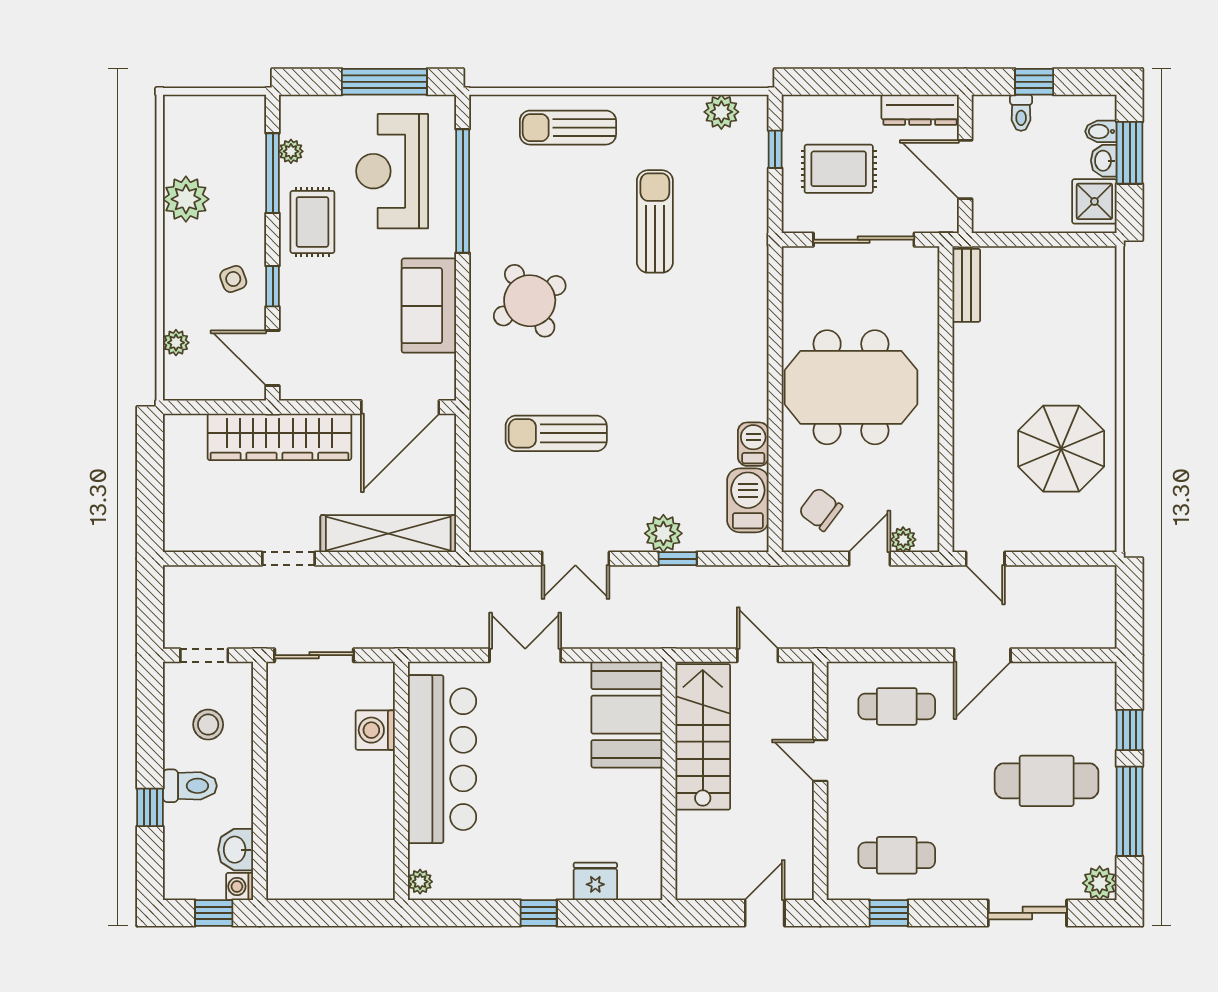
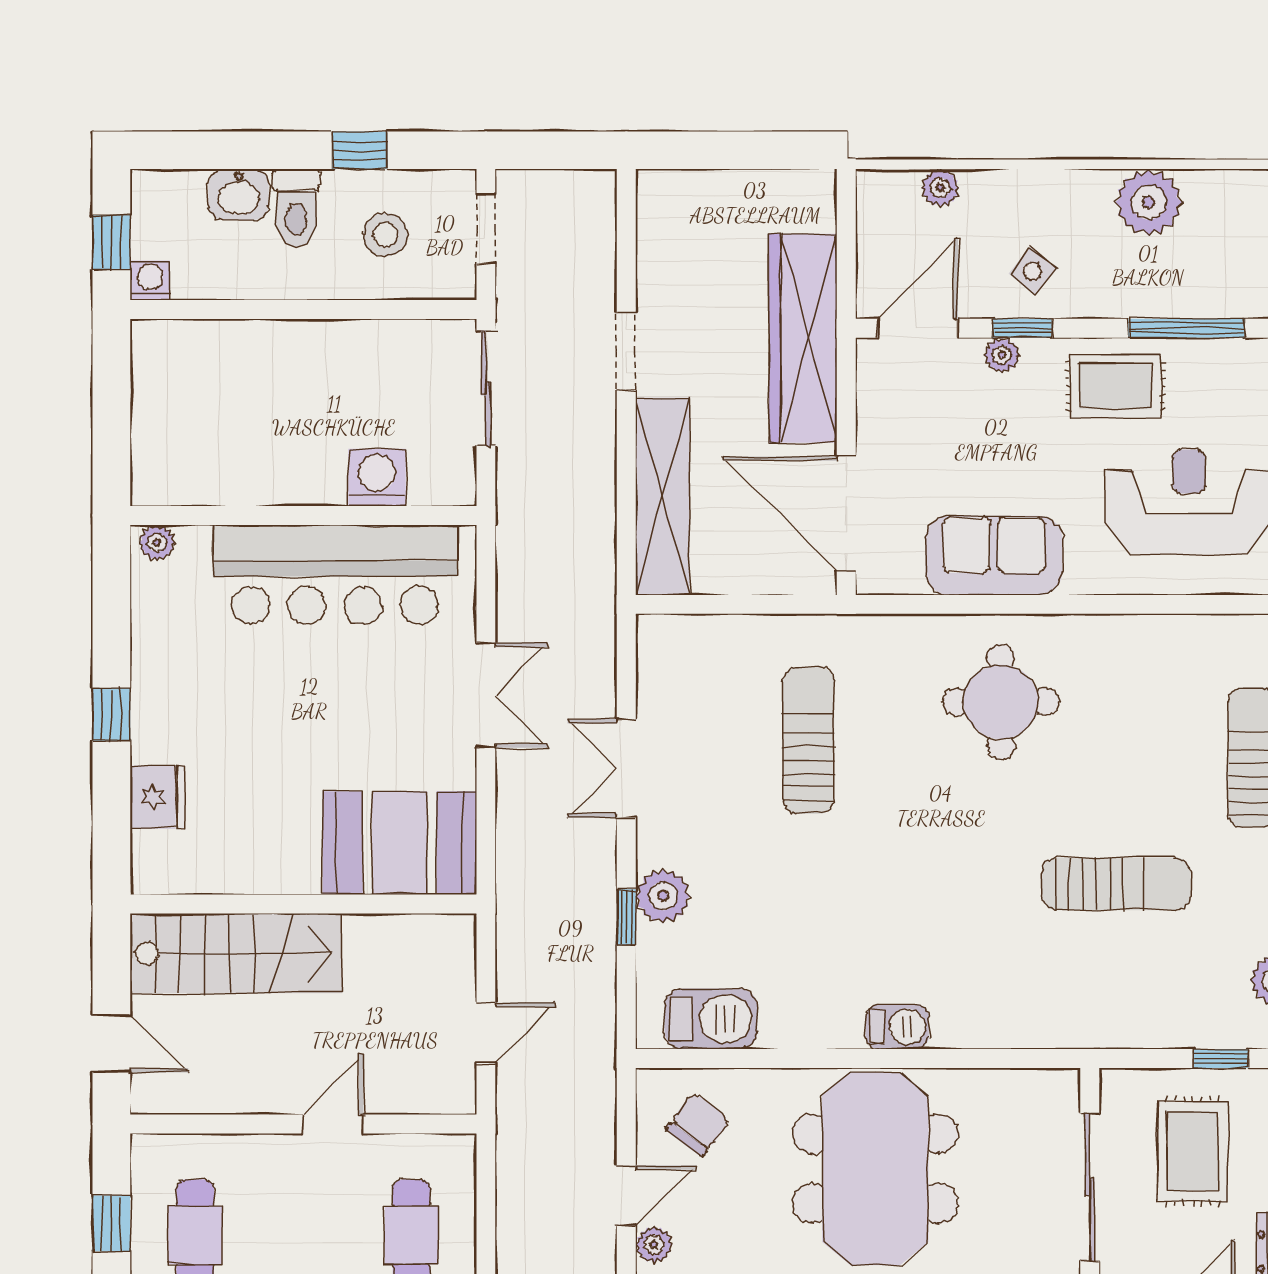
plant: (291, 151) -> (1002, 355), moved
window: (463, 191) -> (1160, 604), removed
side table: (233, 279) -> (1033, 271), turned -30
round table: (530, 301) -> (1001, 702), turned 30
barbecue: (753, 444) -> (897, 1027), moved
door: (870, 559) -> (626, 1196), hinge flipped
stairs: (703, 737) -> (236, 953), moved
window: (150, 807) -> (360, 150), moved
washbasin: (236, 850) -> (238, 194), moved, turned 180

